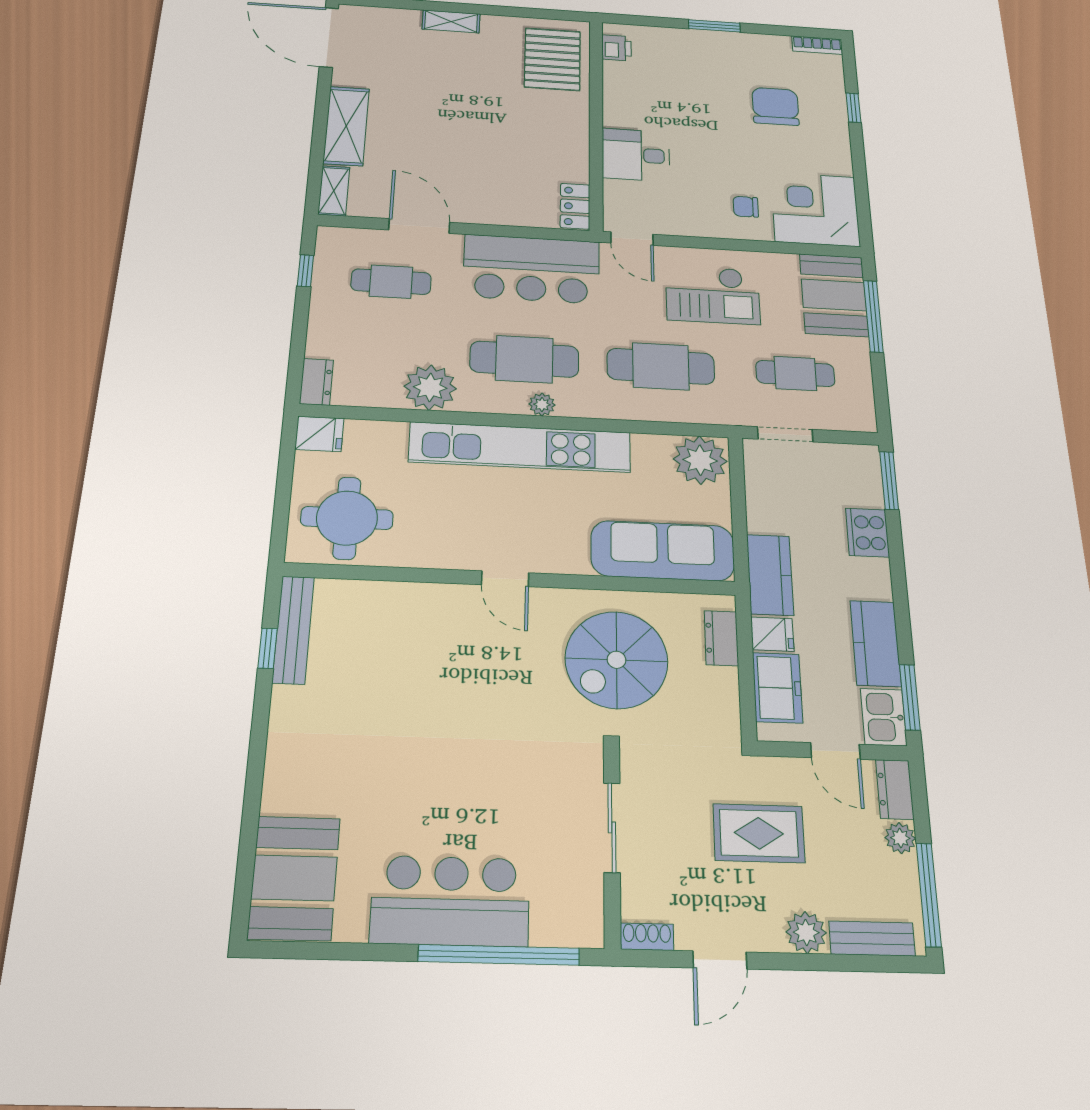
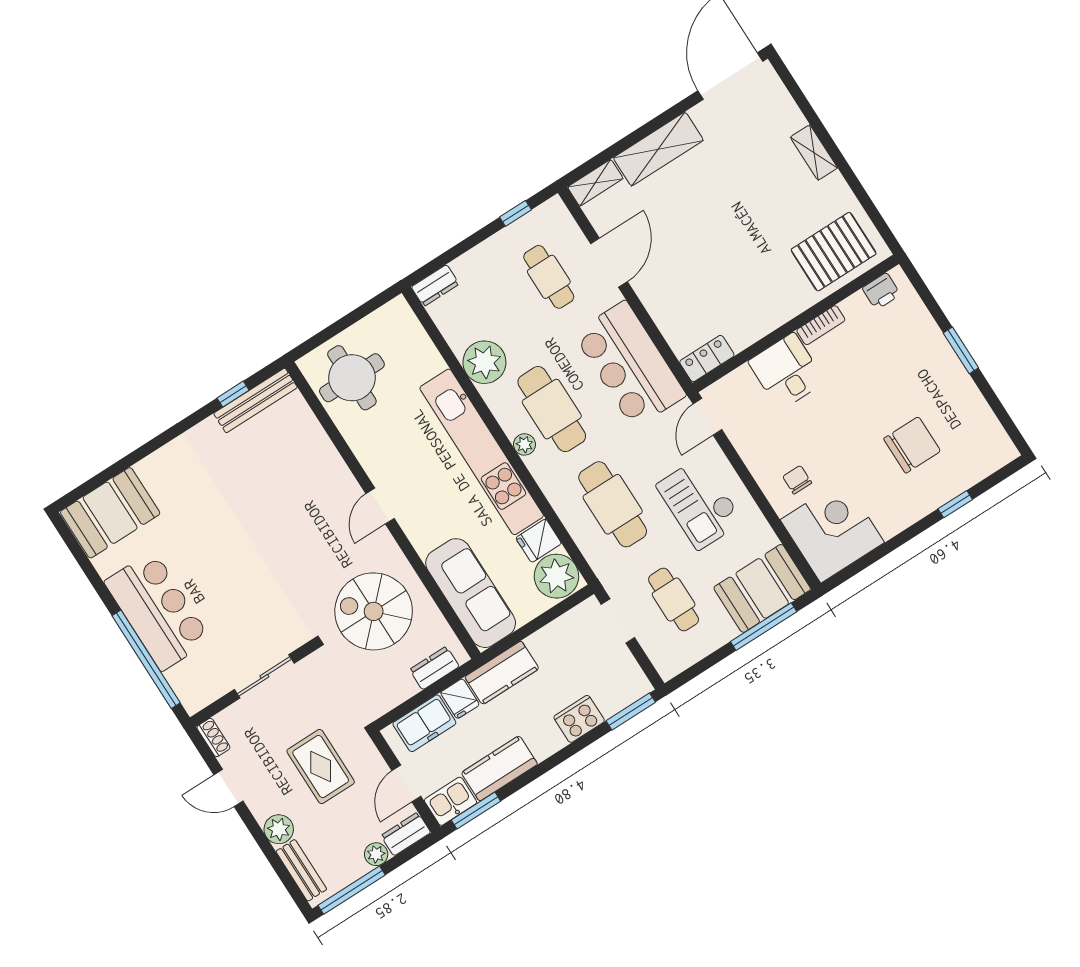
bookcase: (817, 45) -> (821, 325), moved, turned -90
fridge: (319, 434) -> (539, 541), moved, turned 90

